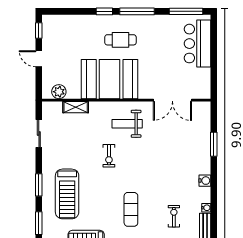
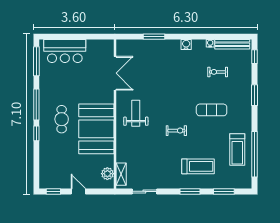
door: (39, 59) -> (78, 191), swing flipped
shelving: (76, 107) -> (121, 174), moved
weight bench: (127, 124) -> (136, 113), turned 180
exercise bike: (109, 156) -> (176, 131), moved
treadmill: (67, 194) -> (198, 166), width x0.73, depth x0.73

